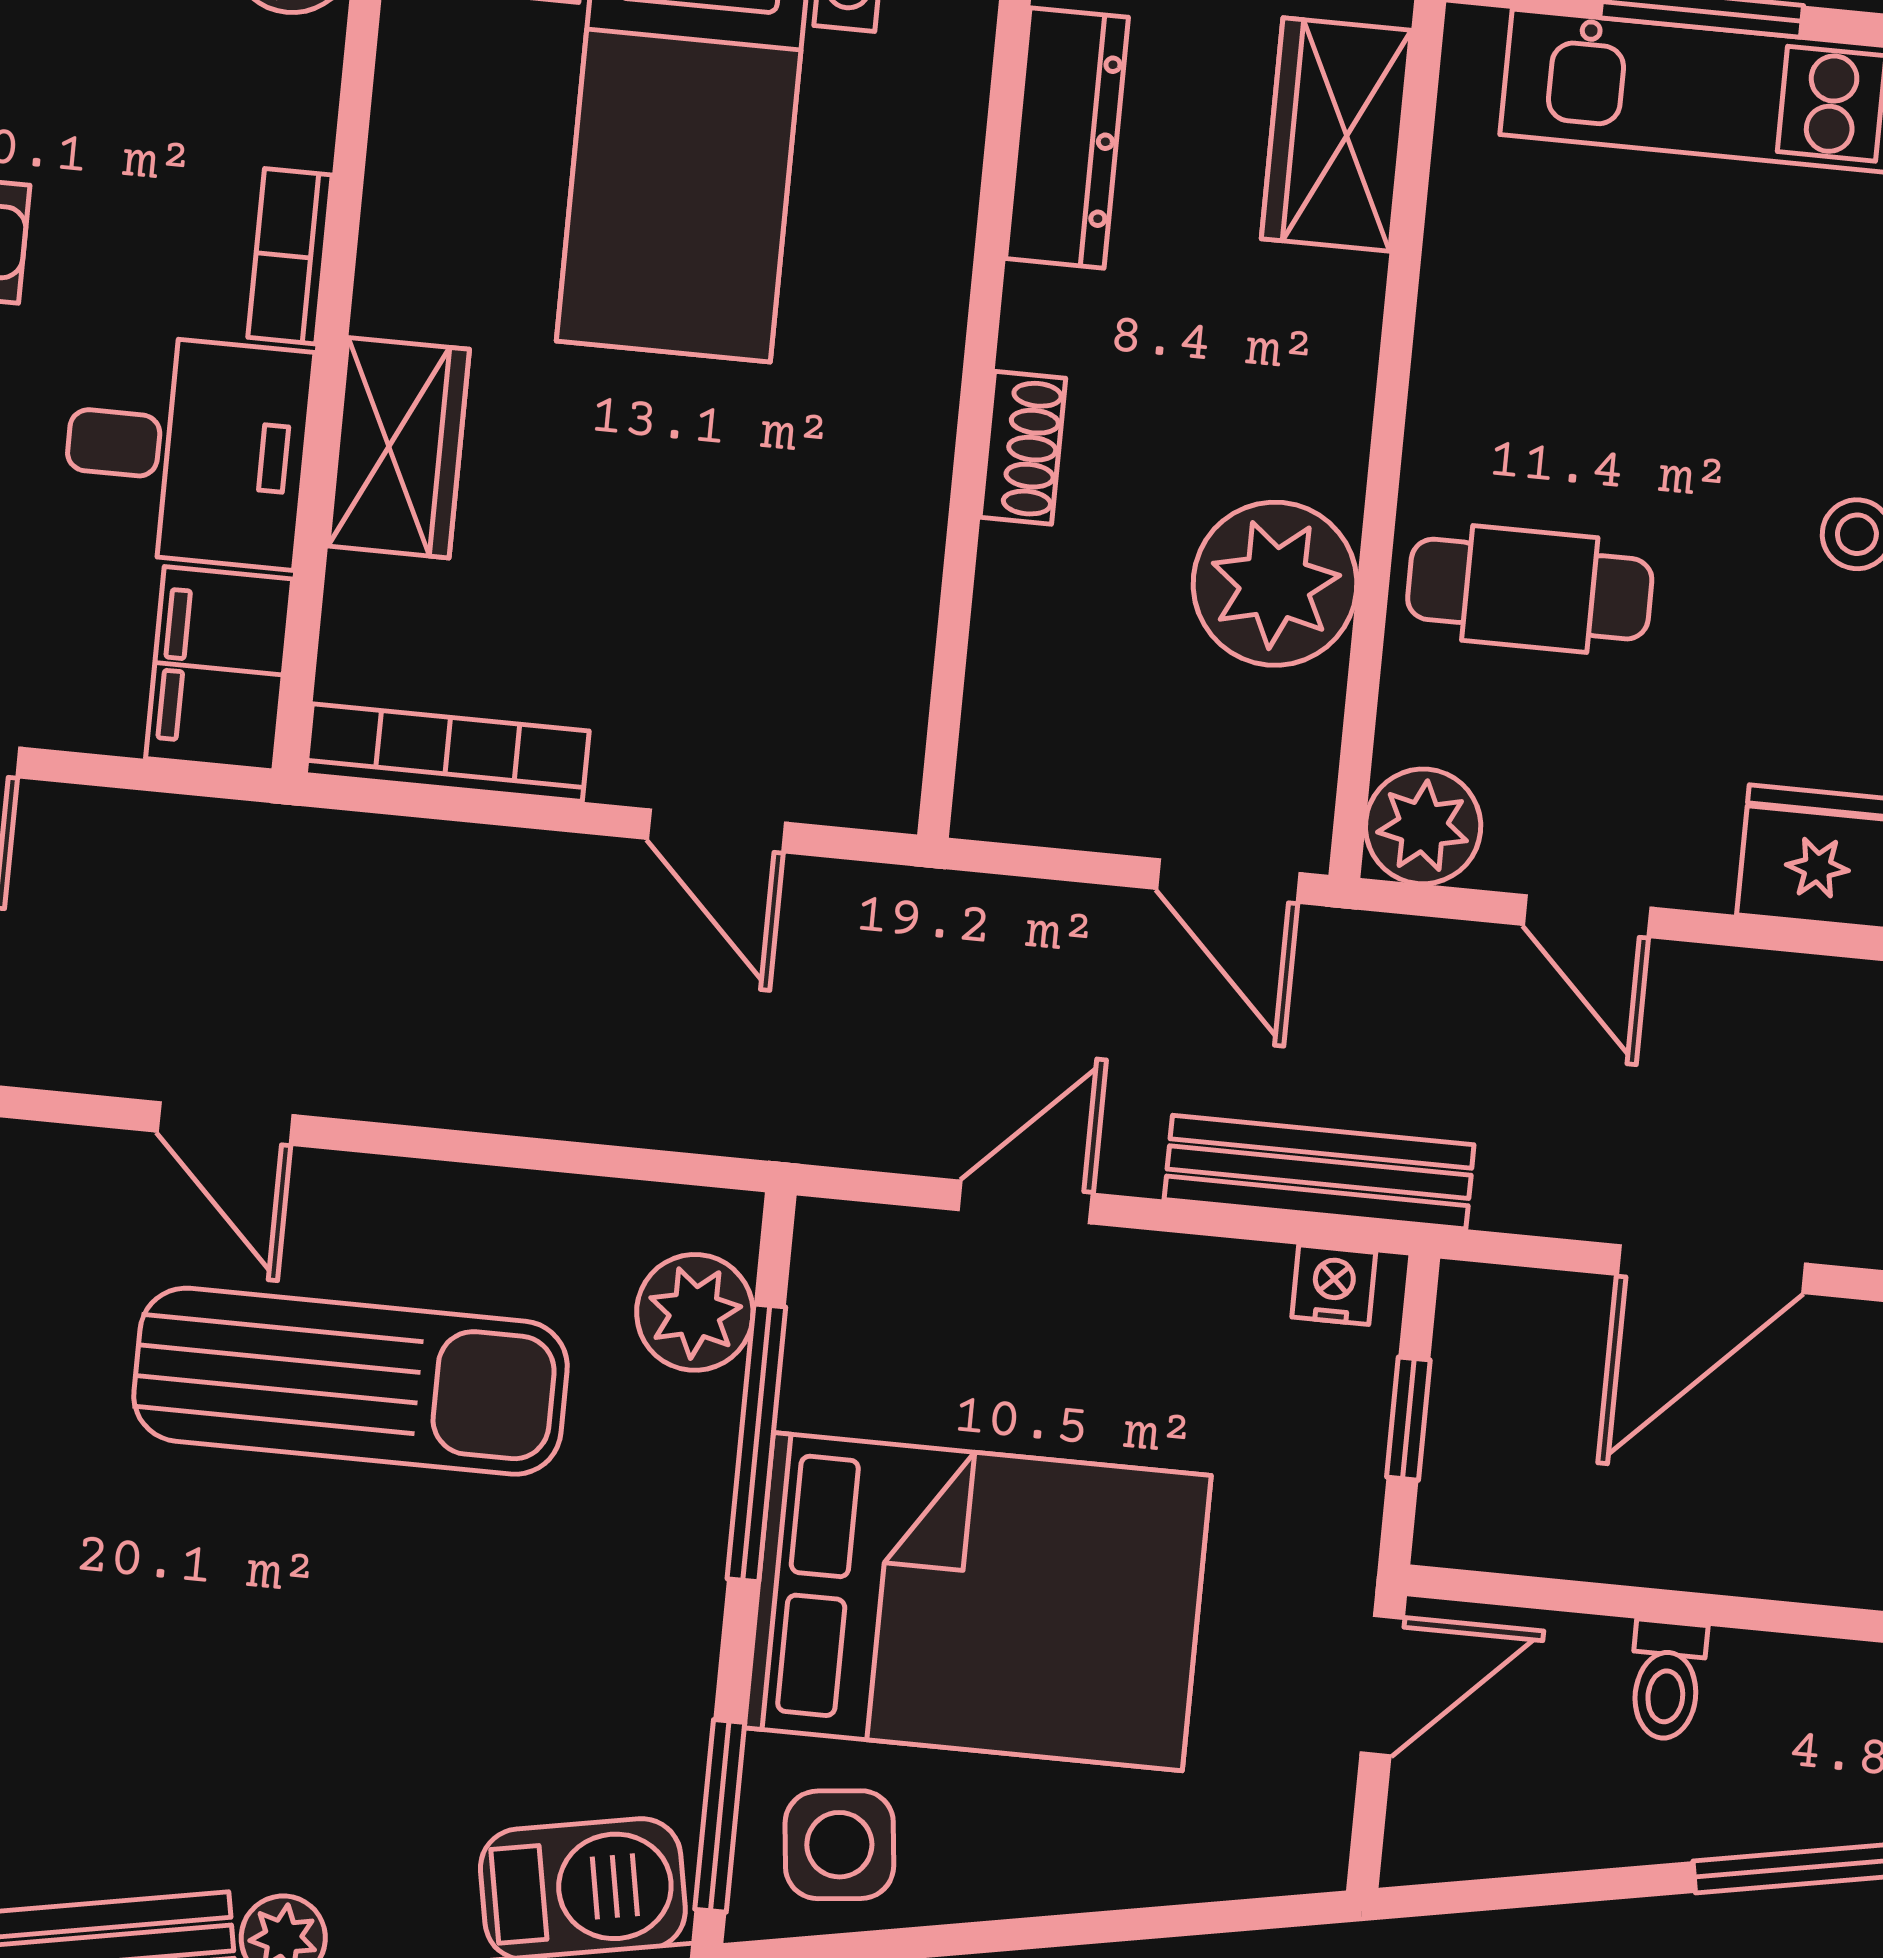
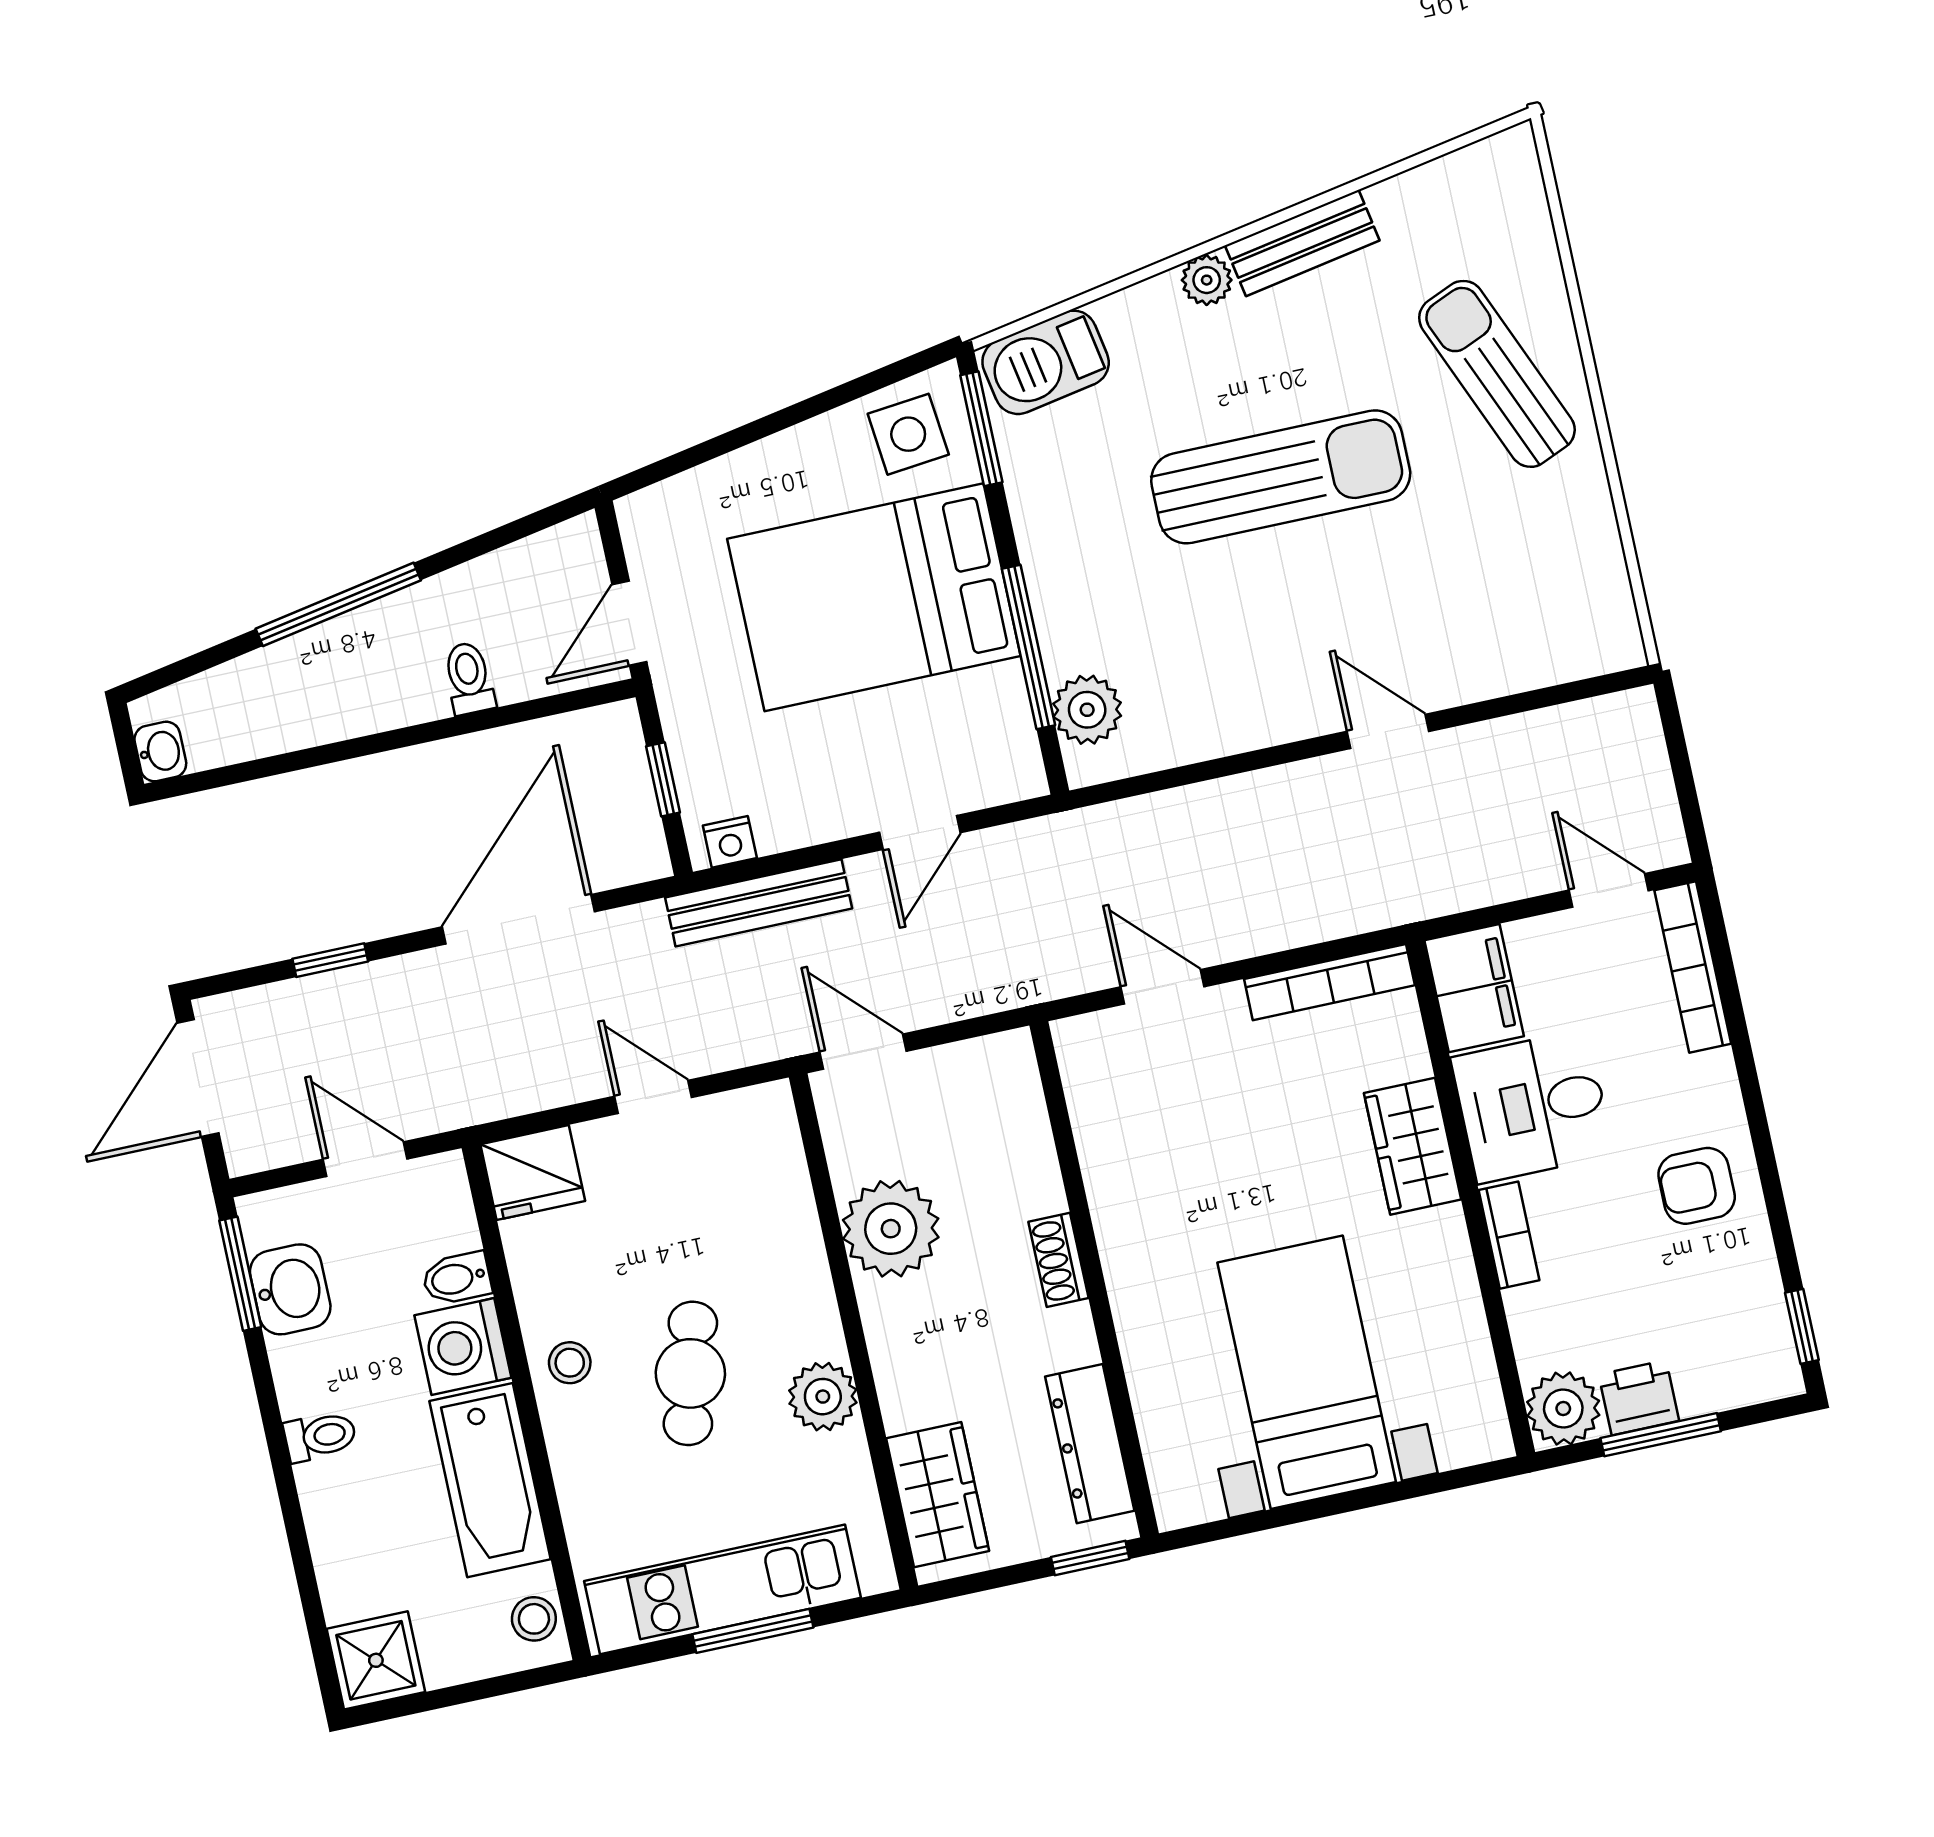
cafe table: (1530, 589) -> (690, 1373), moved, turned -75
plant: (1423, 826) -> (823, 1397), moved
door: (1711, 1269) -> (518, 919), width x1.36
sun lounger: (351, 1381) -> (1281, 477), moved, turned 180

